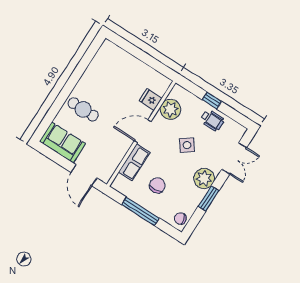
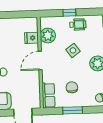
row of seats: (134, 162) -> (49, 95), moved
window: (141, 211) -> (73, 110), width x0.69

